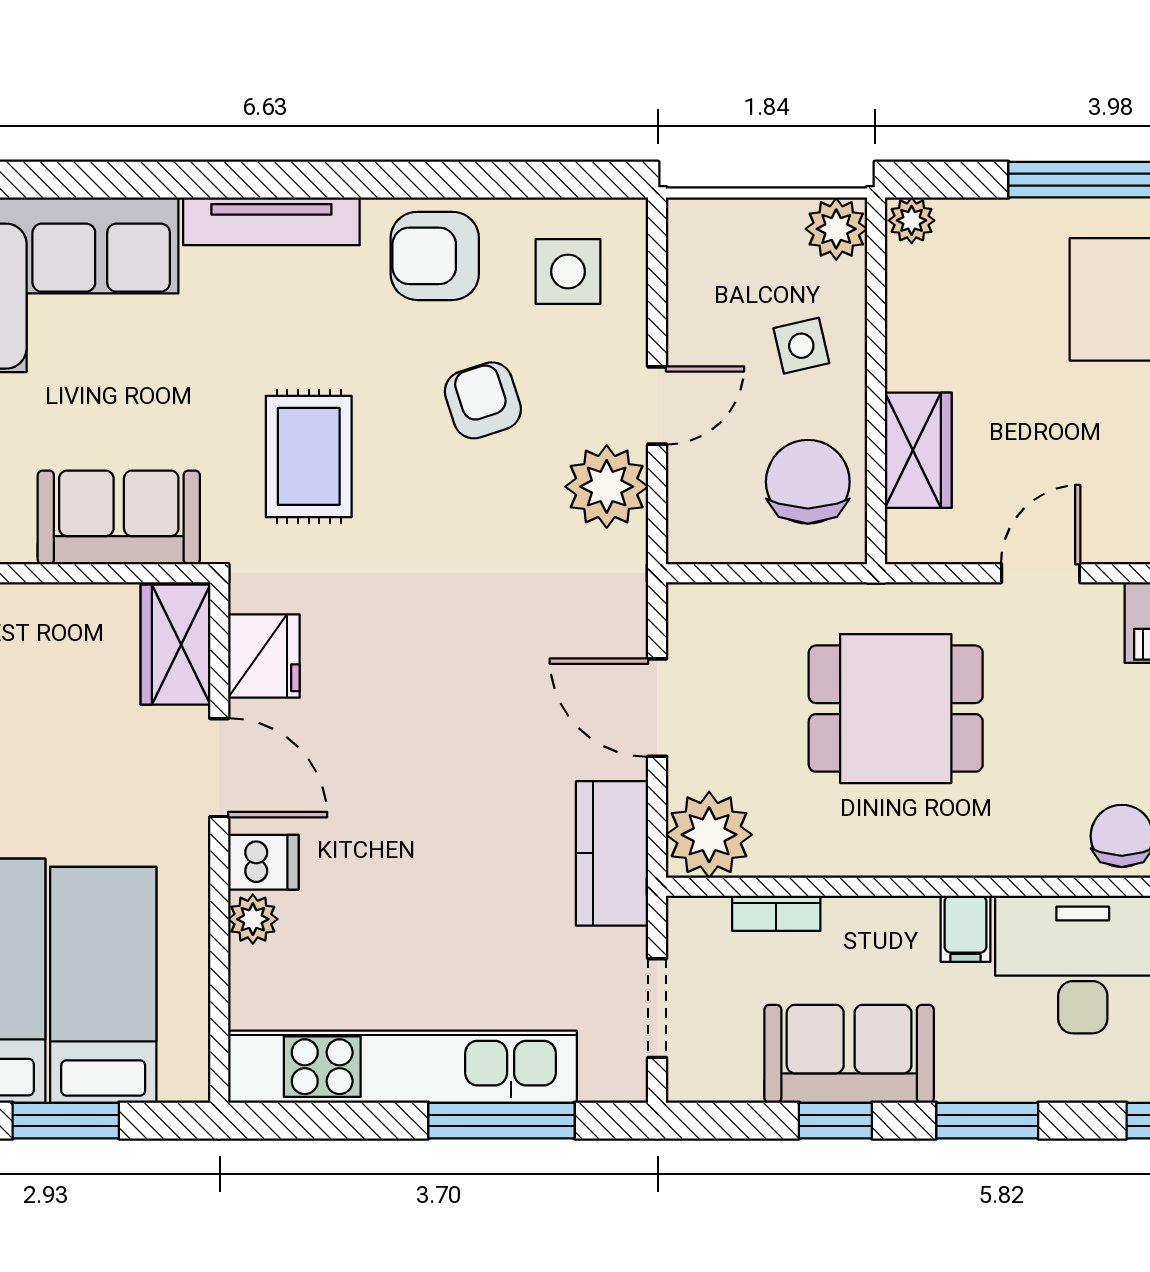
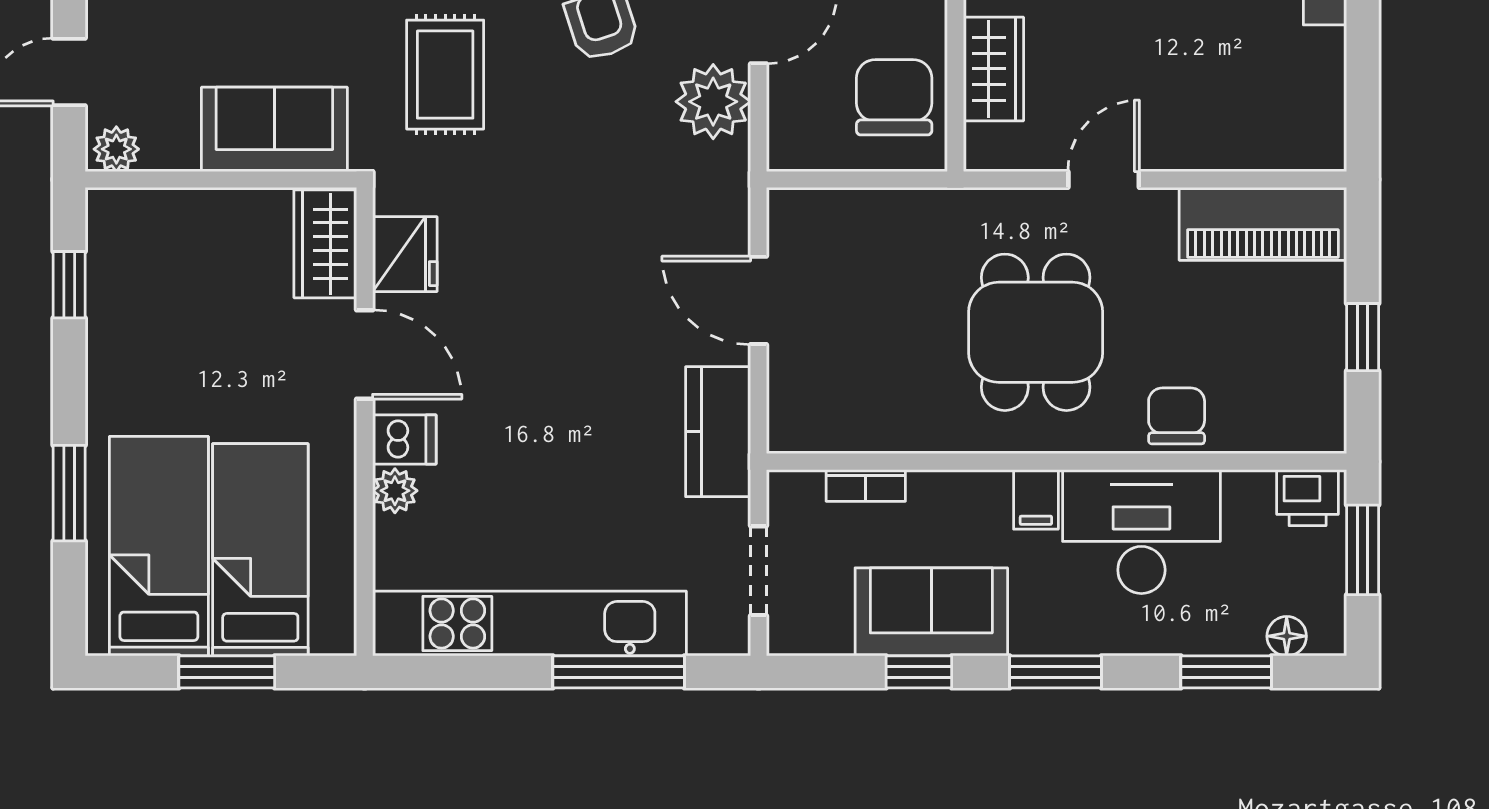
dining table: (896, 709) -> (1036, 332), moved, turned 90
plant: (709, 835) -> (805, 415), removed

